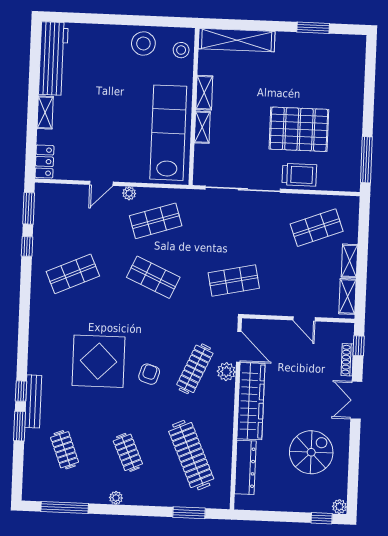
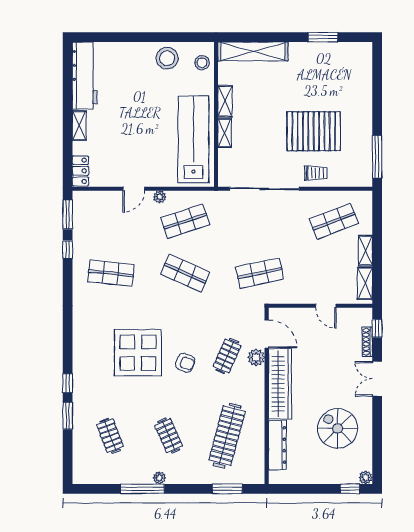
trolley: (299, 175) -> (316, 173), width x0.73, depth x0.72
shop shelf: (73, 274) -> (111, 273), turned 30
clothes rail: (195, 369) -> (227, 356), width x0.73
armchair: (149, 374) -> (185, 363), turned 96
bench: (33, 401) -> (79, 392), removed
spiral stairs: (311, 452) -> (338, 428), turned -90
clothes rail: (191, 455) -> (227, 436), turned 39
window: (65, 507) -> (142, 489), moved

